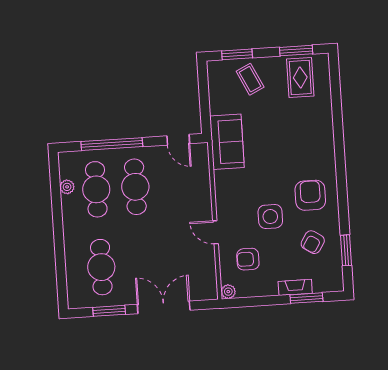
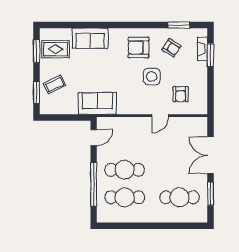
sofa: (319, 125) -> (90, 38), added
plant: (67, 187) -> (122, 218), removed
fireplace: (295, 287) -> (202, 49), moved
plant: (228, 292) -> (202, 109), removed

